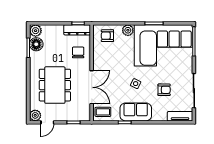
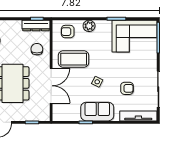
corner sofa: (163, 45) -> (134, 36), width x0.73, depth x0.74
coffee table: (103, 112) -> (74, 59), moved, width x1.86, depth x1.72
tv unit: (180, 116) -> (138, 116), width x1.41

